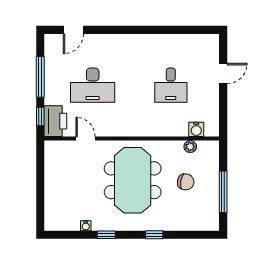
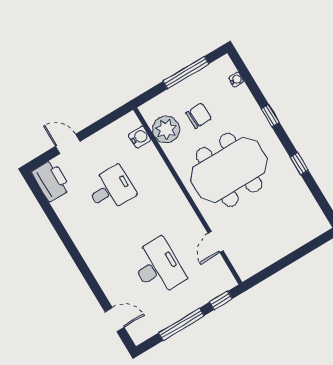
printer: (55, 121) -> (51, 180), moved, turned 90
plant: (190, 147) -> (166, 129), width x1.88, depth x1.88
chair: (186, 182) -> (199, 116), turned 80
water cooler: (86, 226) -> (236, 80), moved

